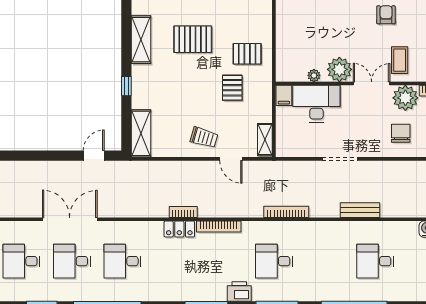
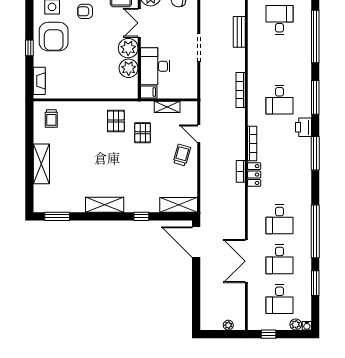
pallet: (193, 39) -> (104, 164), removed
plant: (314, 75) -> (129, 68), width x1.87, depth x1.87
pallet: (232, 88) -> (143, 133), turned 90
shelving: (265, 140) -> (167, 107), moved
door: (94, 156) -> (196, 242), width x1.88
door: (231, 159) -> (199, 134), swing flipped
desk: (375, 261) -> (279, 20), turned 180

